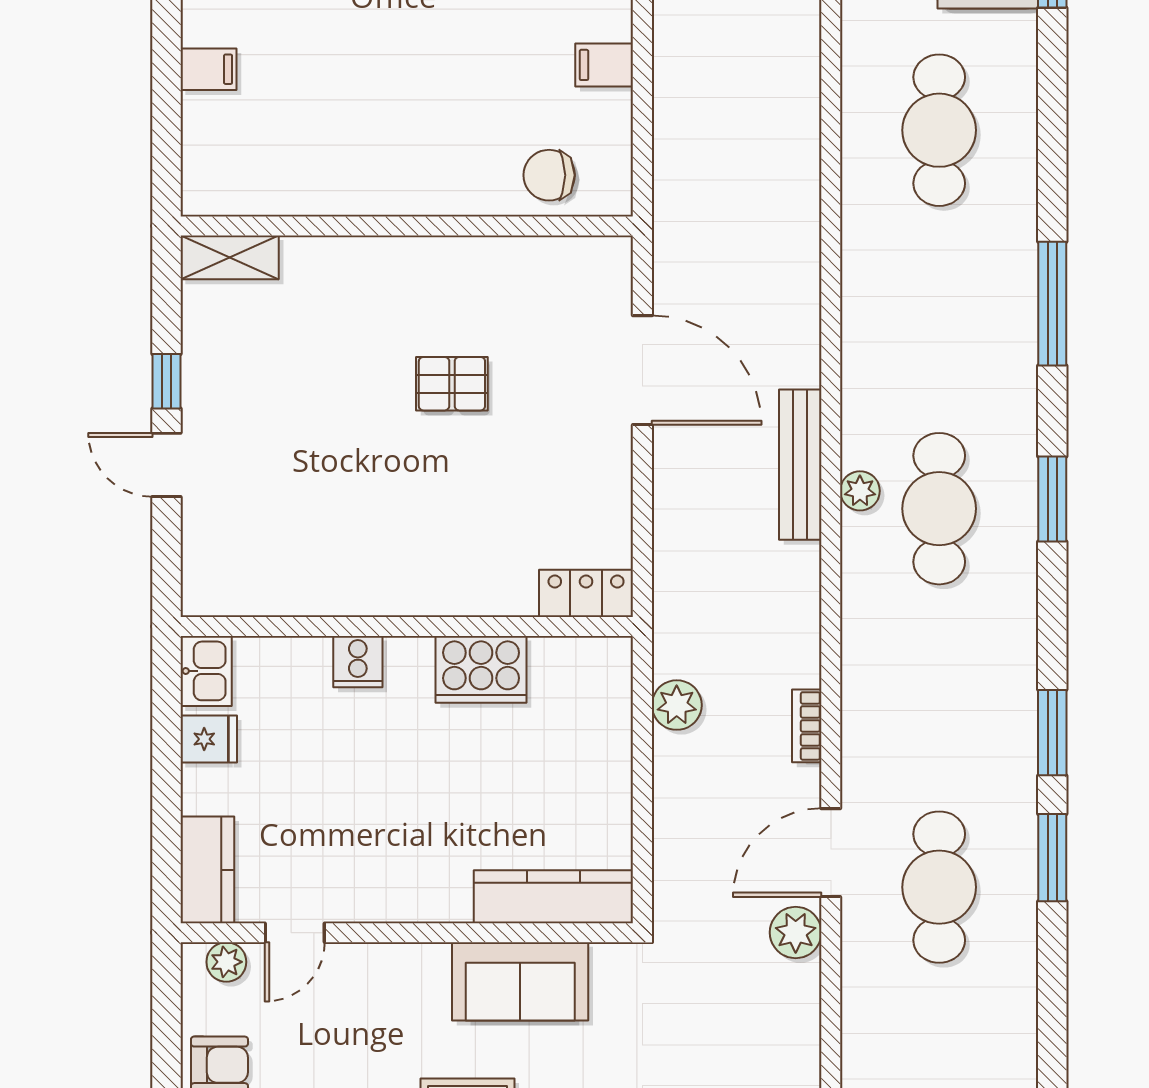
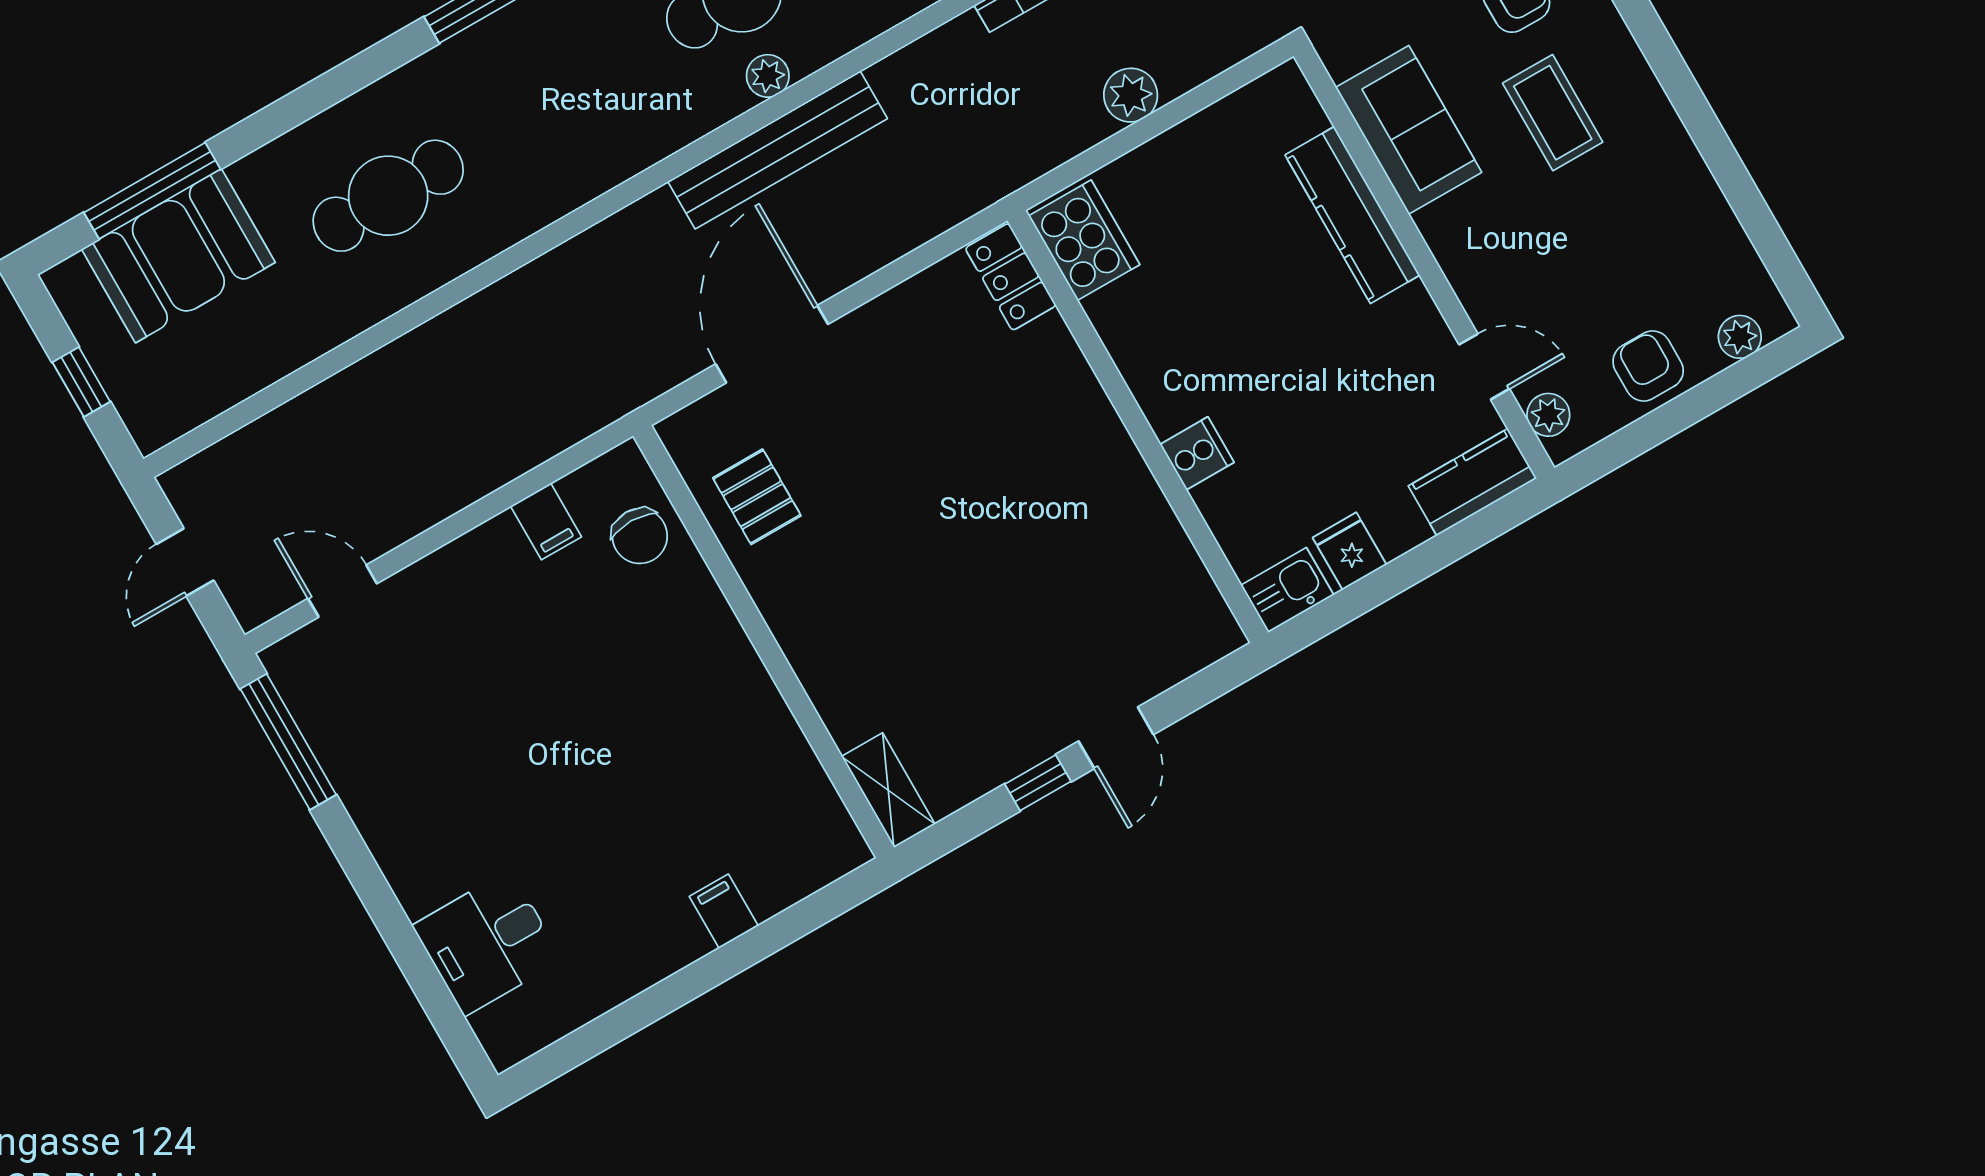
filing cabinet: (604, 65) -> (546, 521), moved
pallet: (452, 384) -> (757, 497), moved
bench: (800, 465) -> (778, 150), width x1.37, depth x1.21
cooker: (481, 669) -> (1084, 240), moved
plant: (677, 705) -> (1131, 95), moved
kitchen counter: (553, 897) -> (1352, 215), moved

